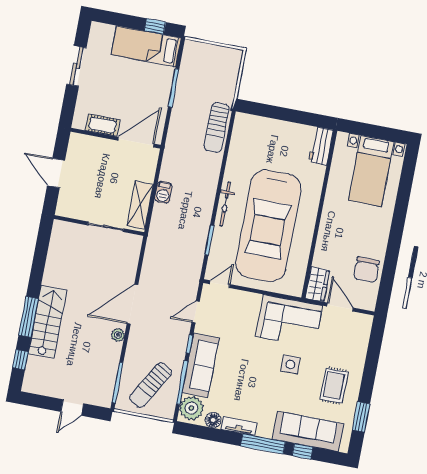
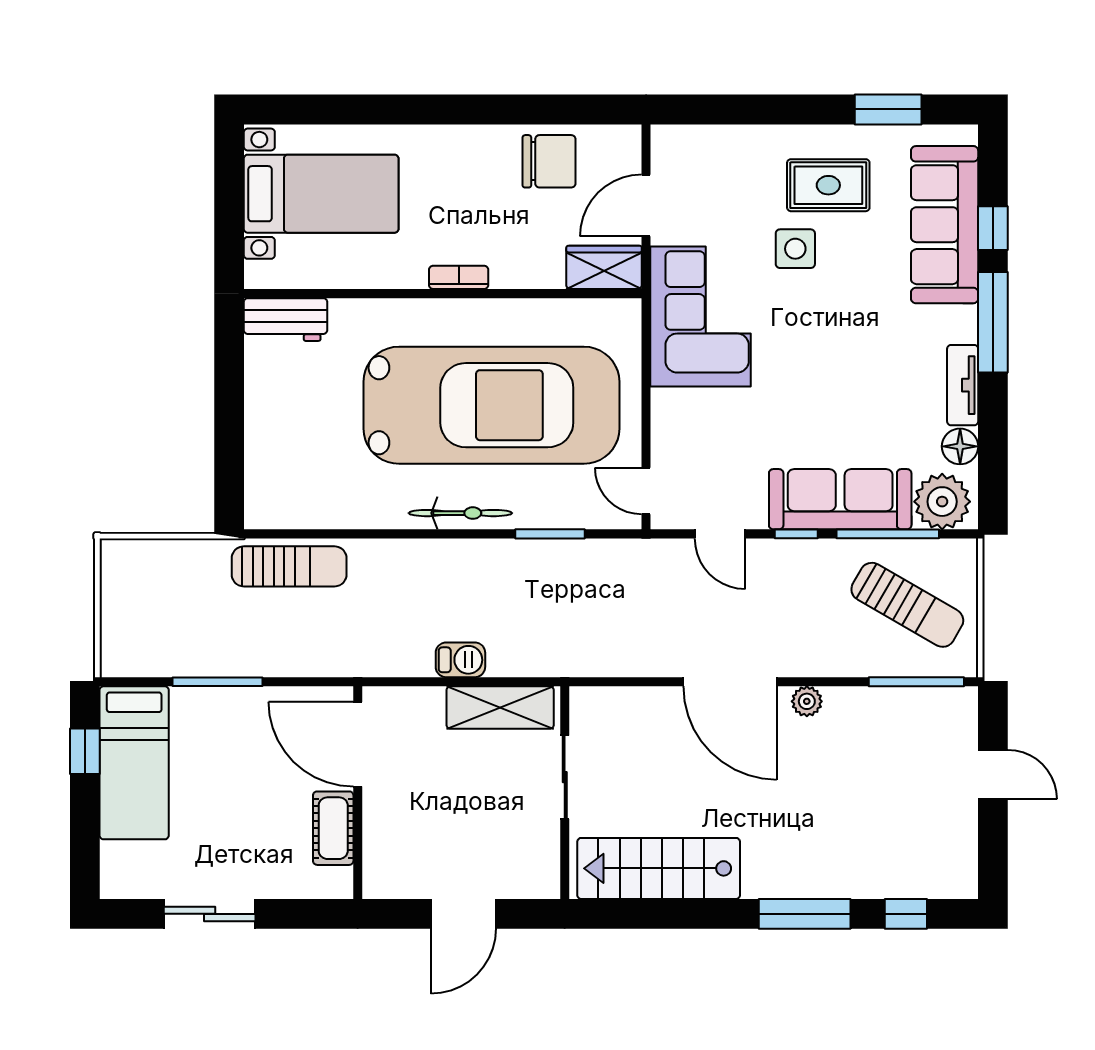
bookcase: (325, 222) -> (459, 277), added
stairs: (47, 322) -> (659, 868), moved
side table: (290, 364) -> (795, 249), moved

